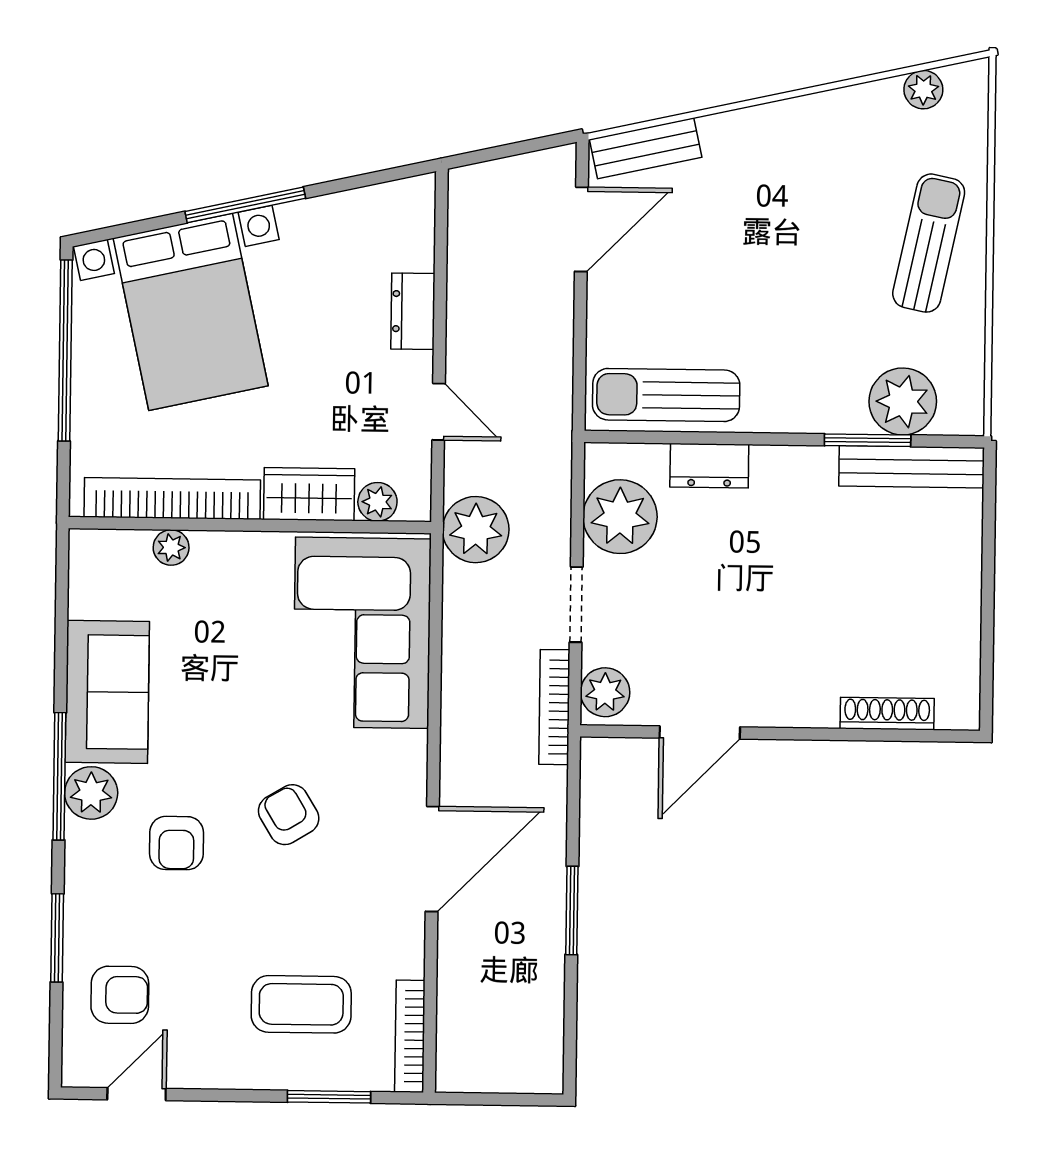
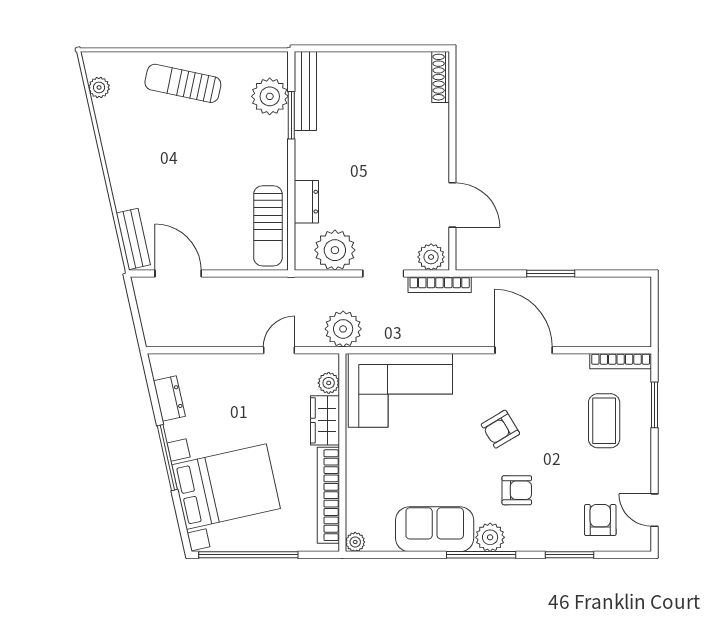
dresser: (413, 311) -> (169, 399), moved, turned -103
plant: (171, 548) -> (355, 542), moved
shoe rack: (887, 714) -> (441, 77), moved

